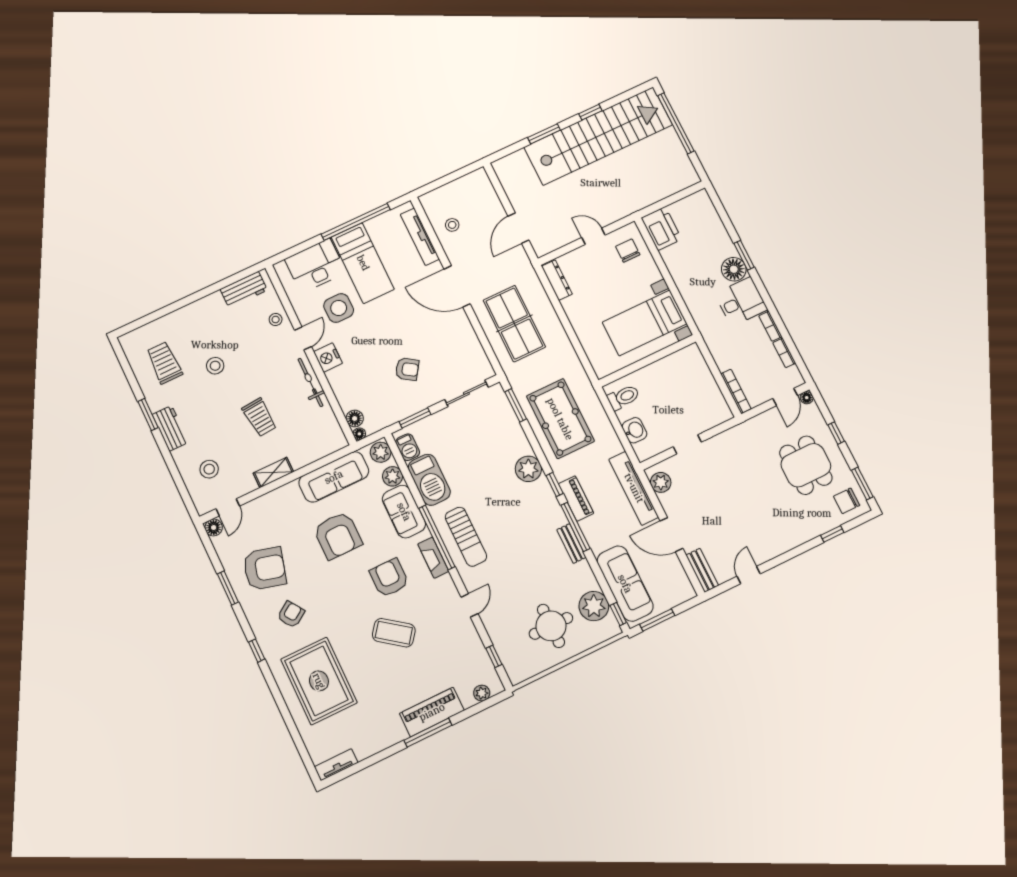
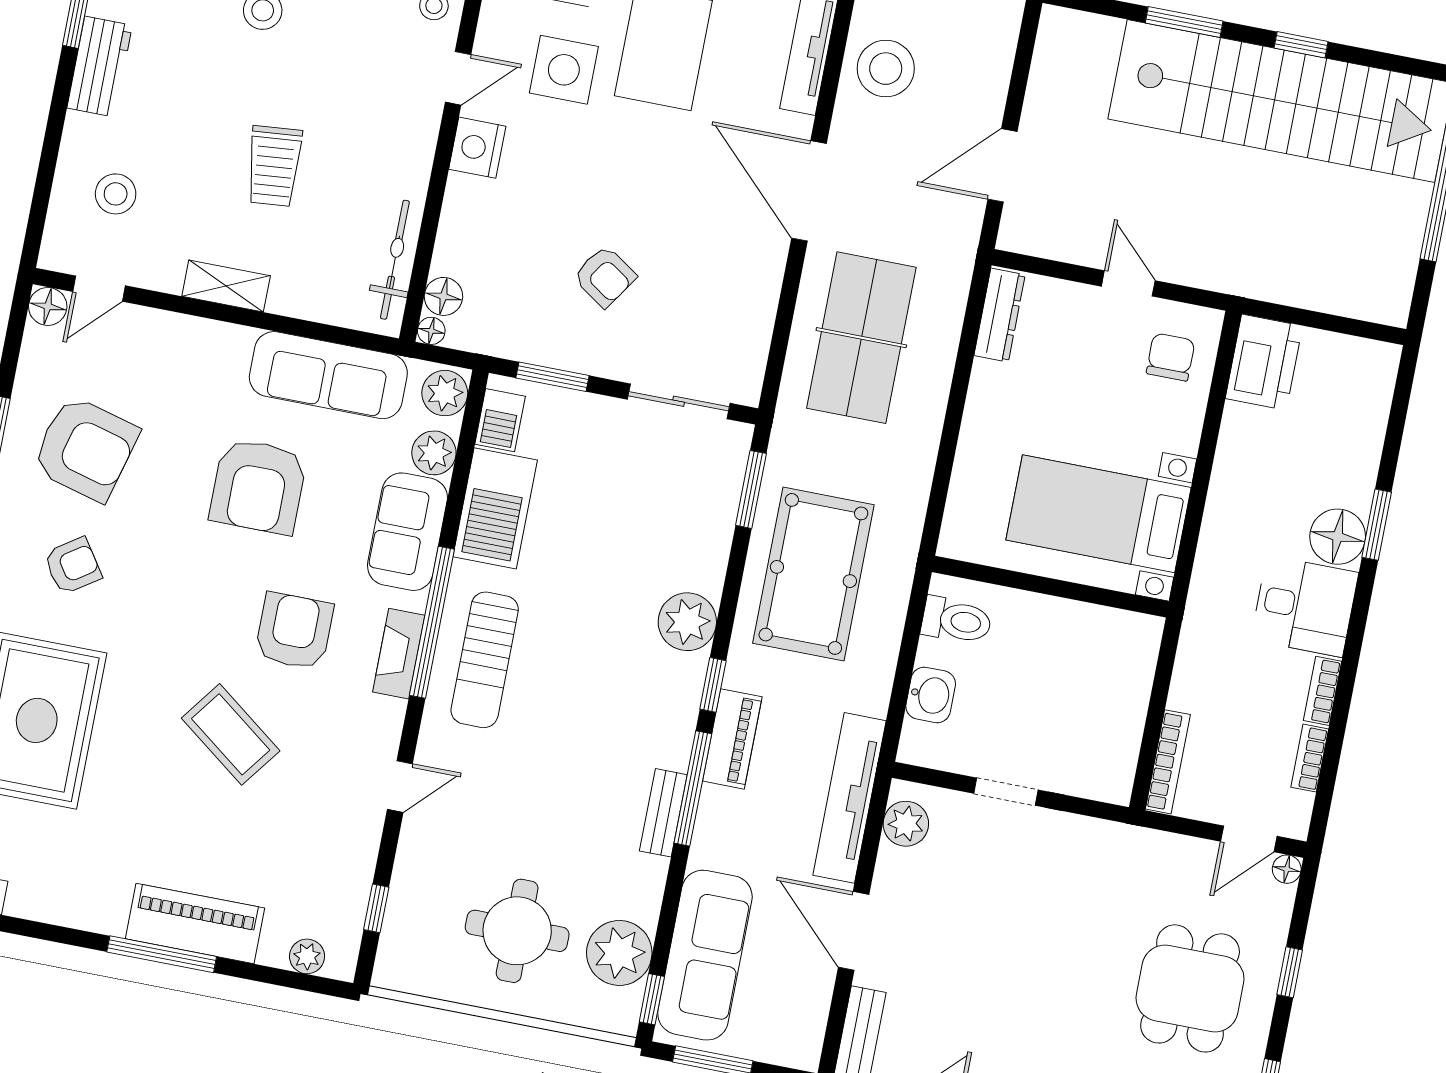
stool: (452, 225) -> (886, 69), width x1.89, depth x1.89
bicycle: (310, 382) -> (395, 260), moved

